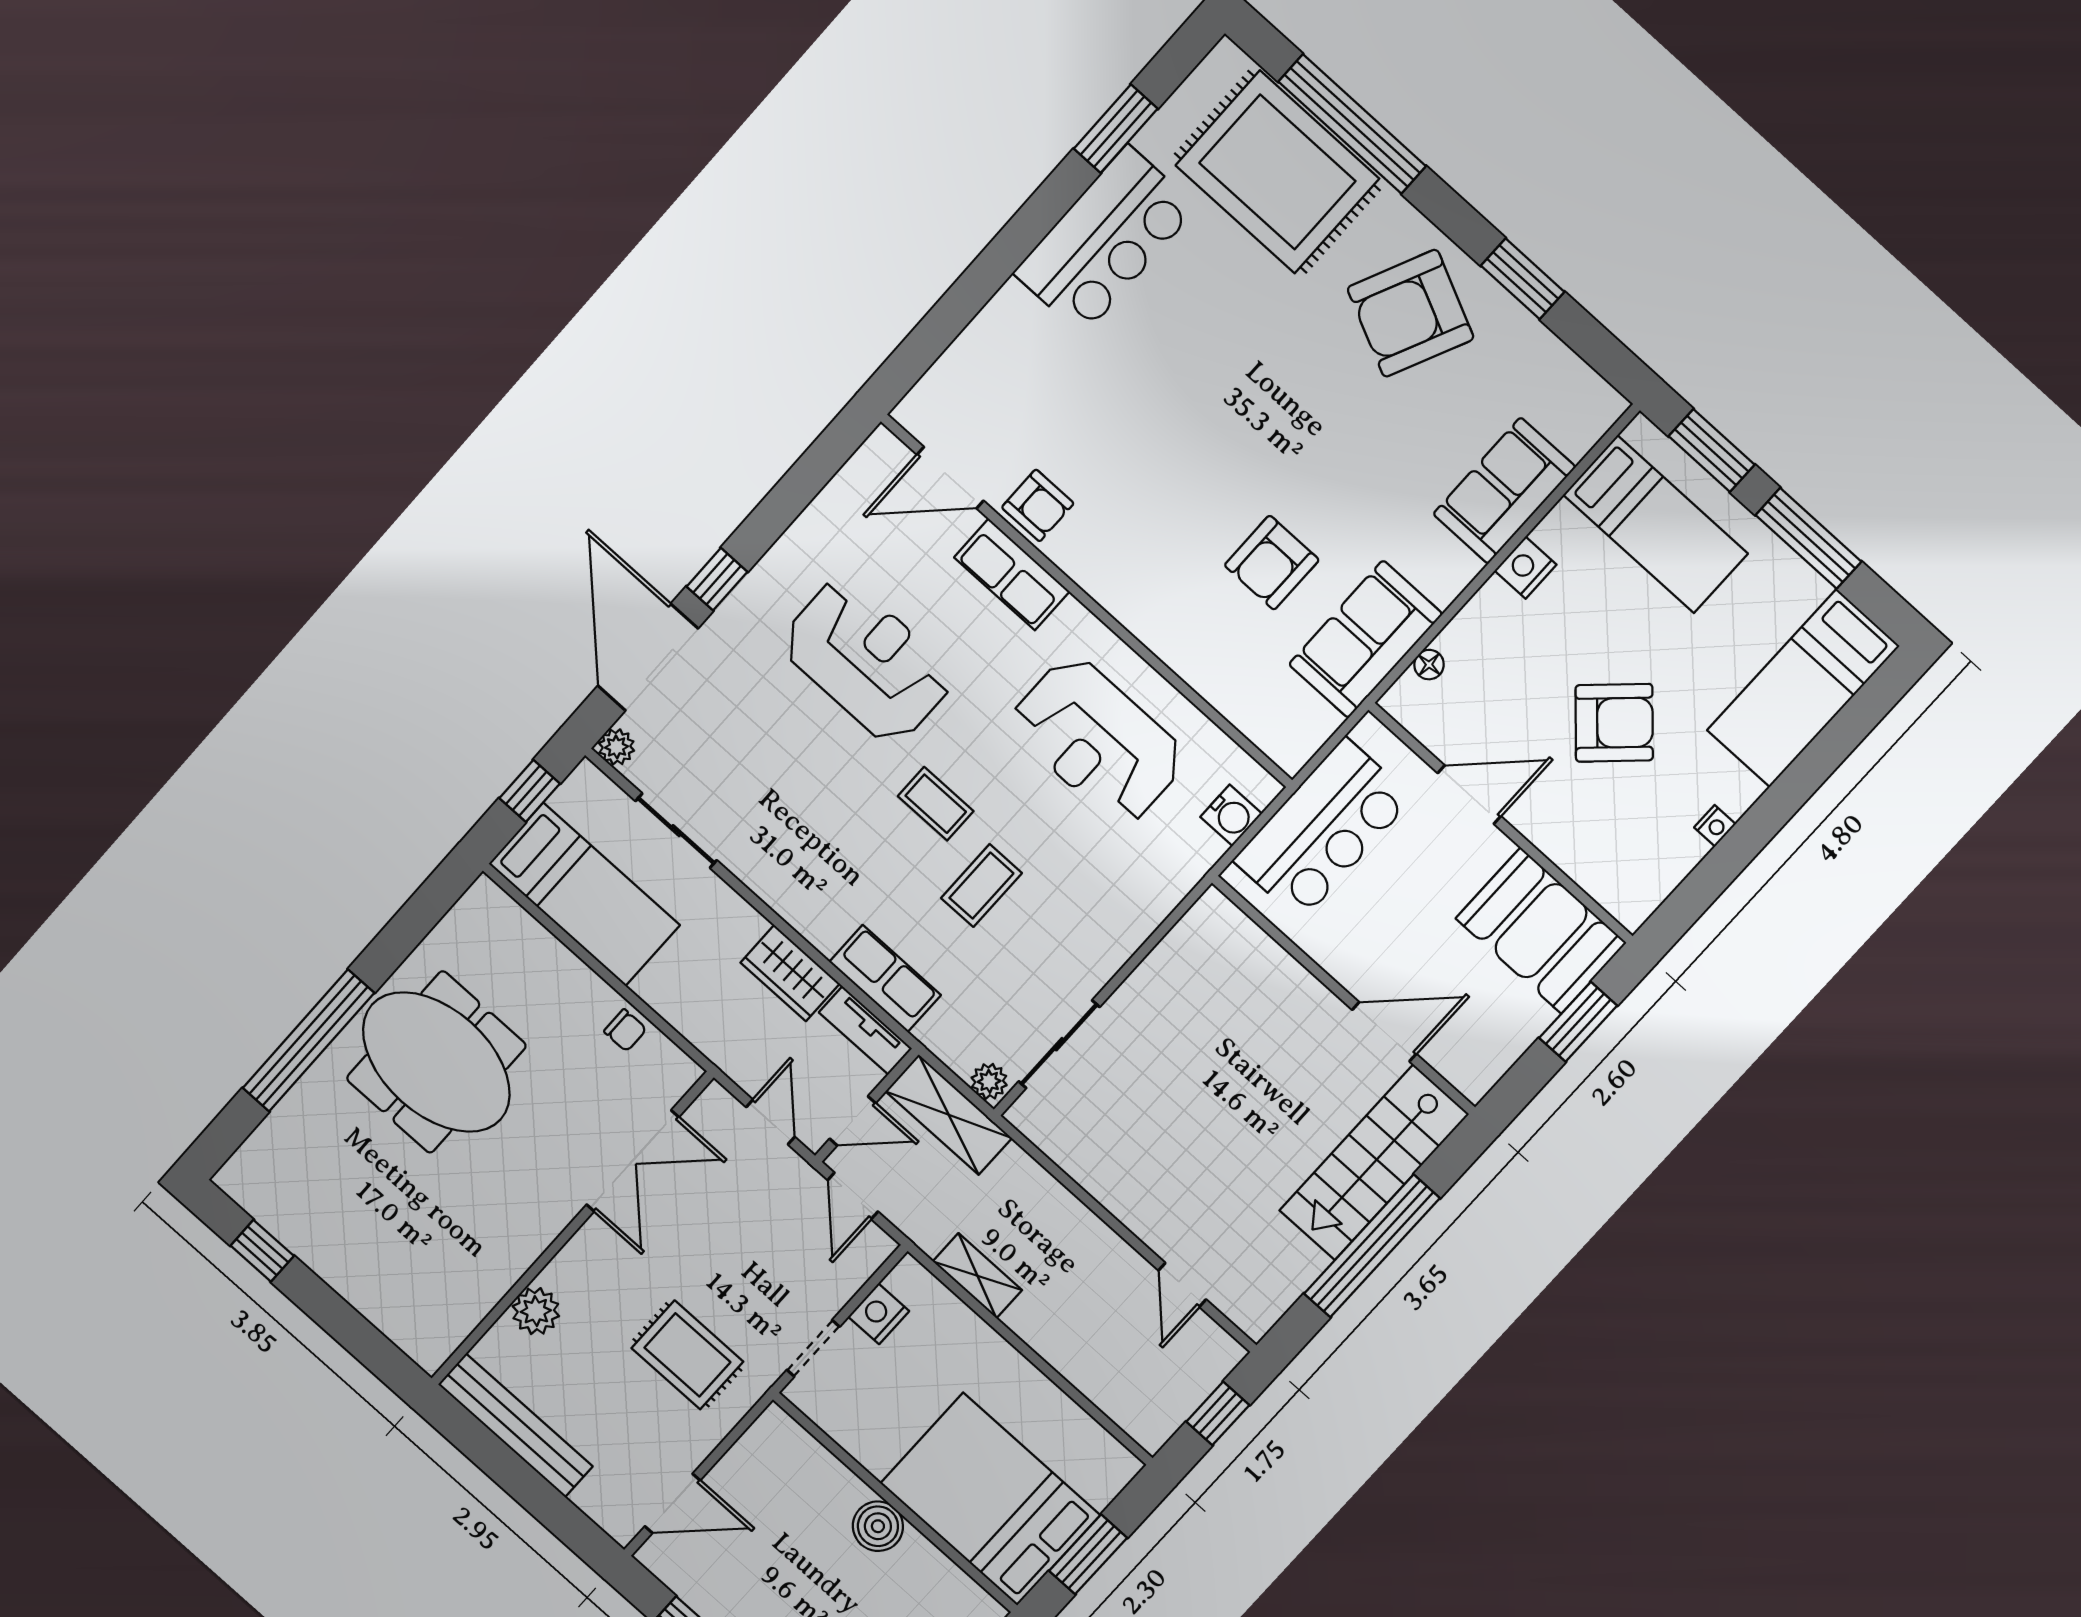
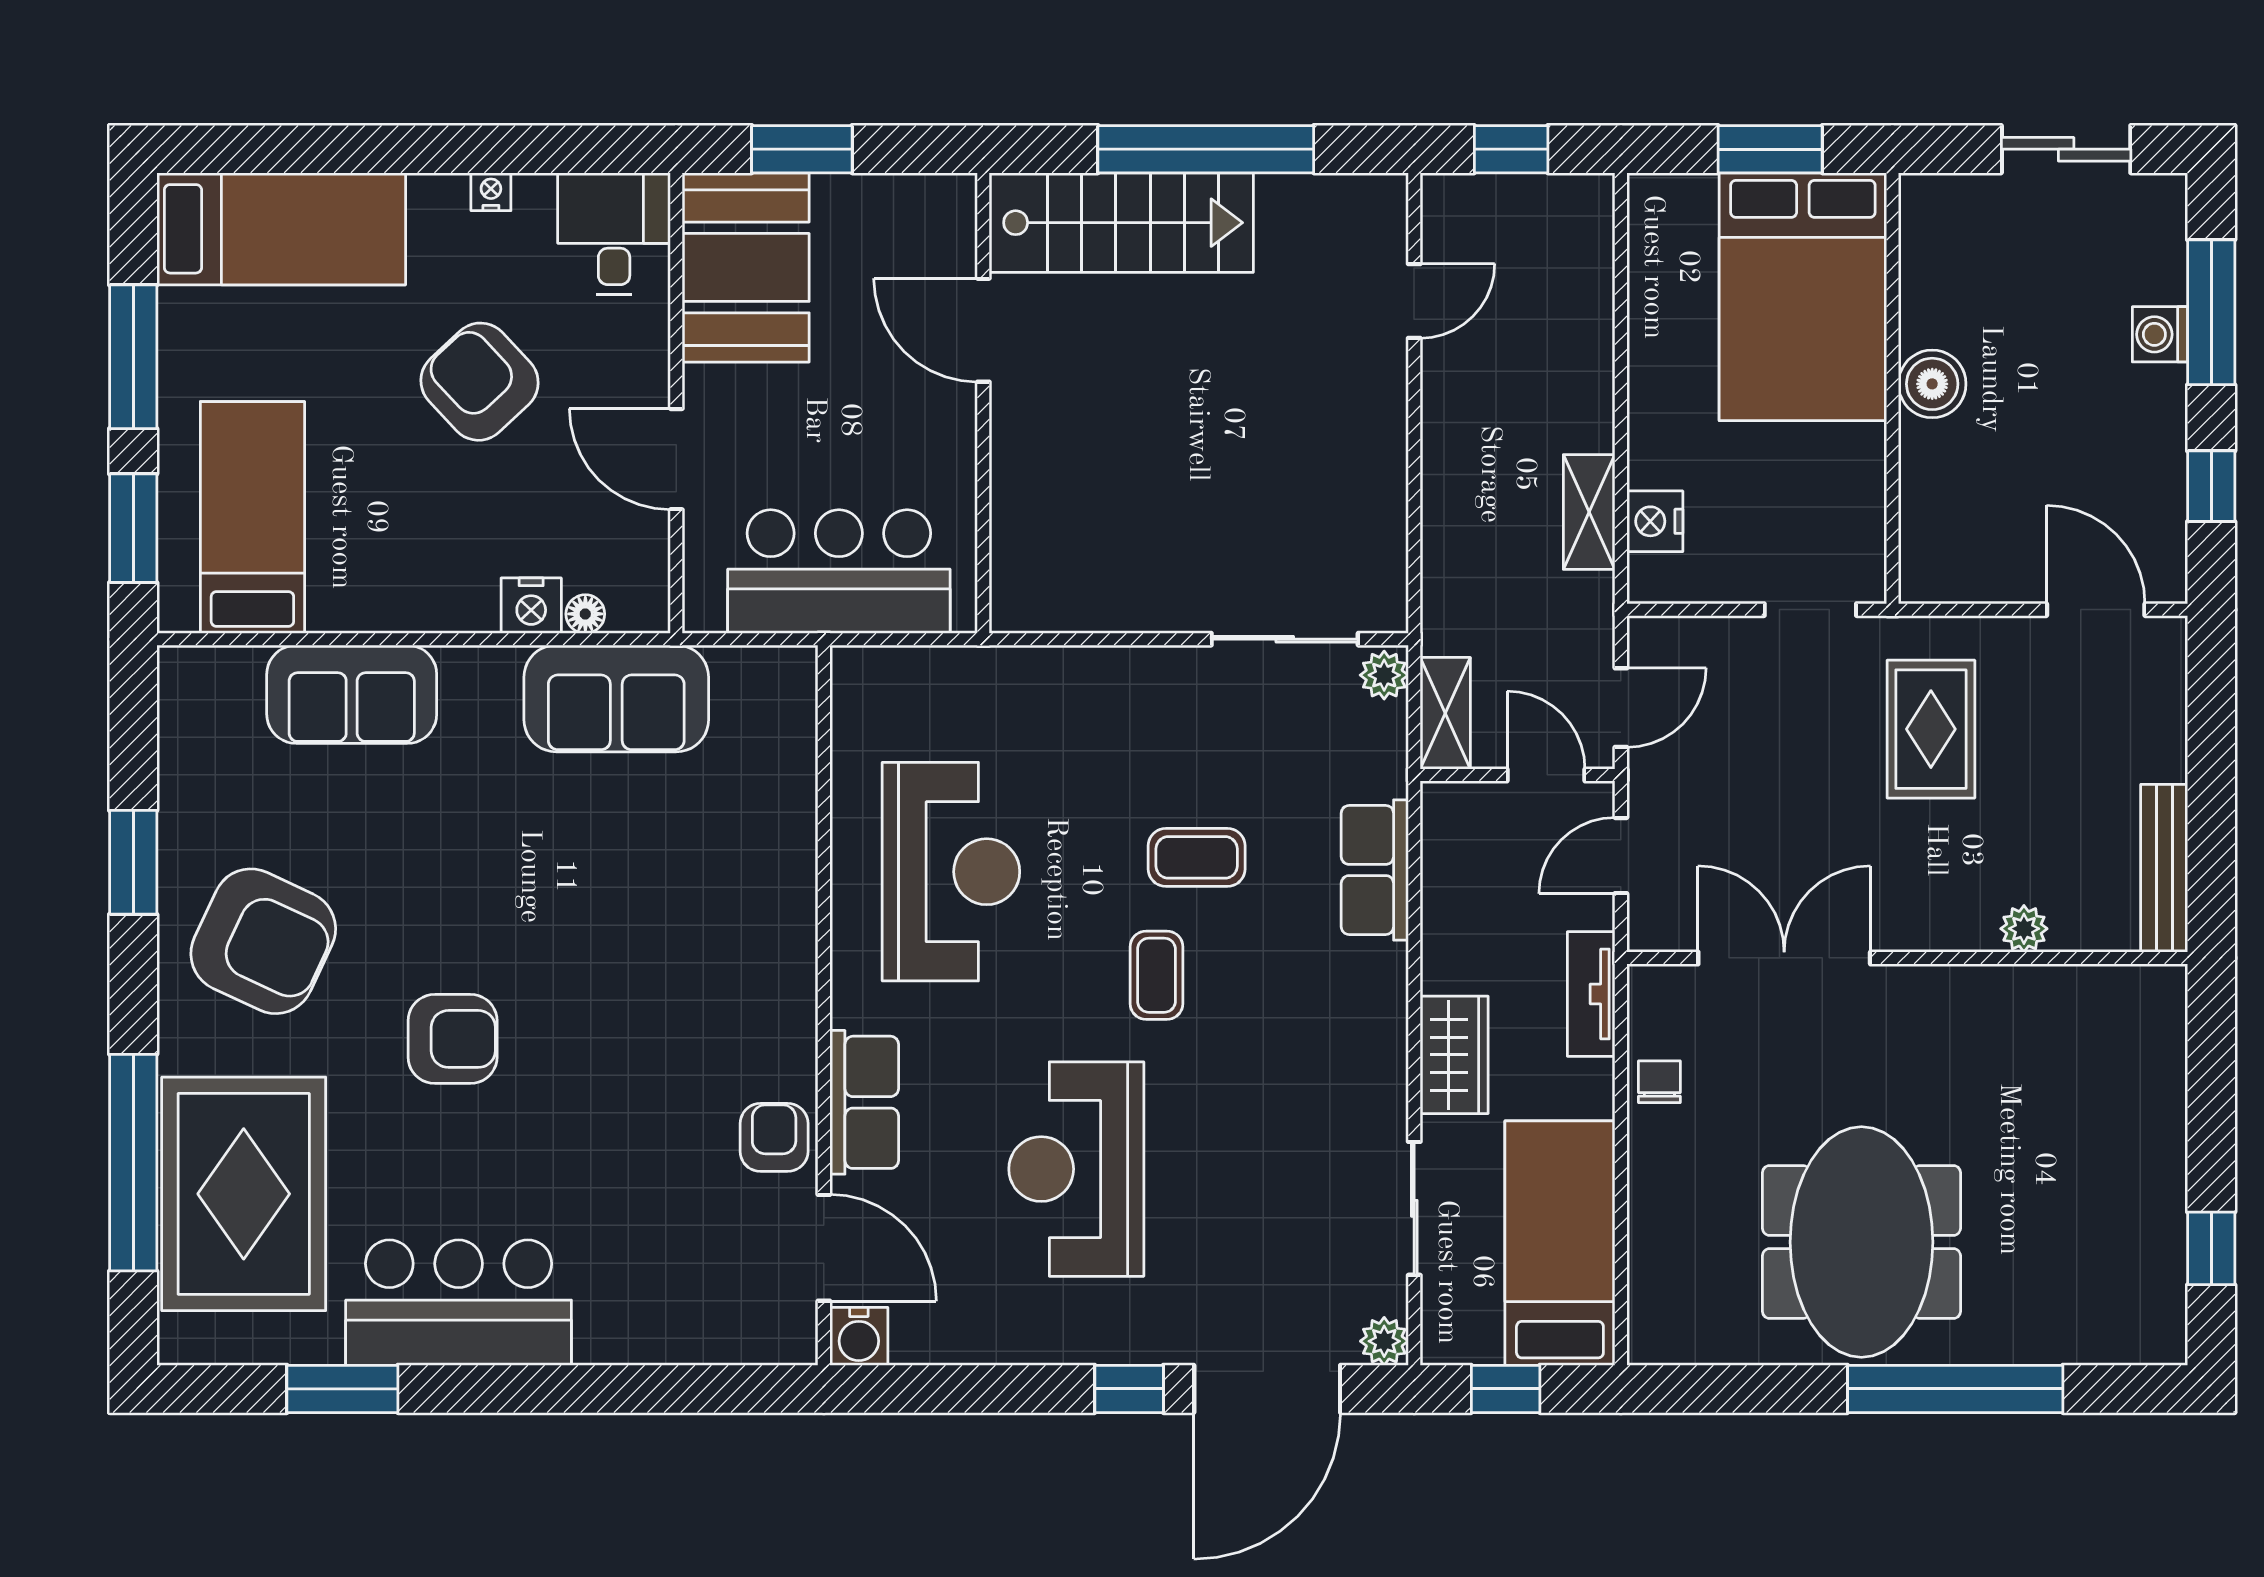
armchair: (1272, 563) -> (453, 1039), moved
nightstand: (1525, 568) -> (531, 606), moved
water cooler: (1231, 815) -> (859, 1336), moved, turned 180
desk: (1628, 874) -> (614, 234), added
wardrobe: (790, 973) -> (1454, 1055), moved
tv unit: (865, 1030) -> (1591, 994), moved, turned 180
shelving: (949, 1115) -> (1445, 713), width x0.67, depth x0.75
plant: (536, 1311) -> (2024, 929), width x0.73, depth x0.73
nightstand: (879, 1314) -> (1655, 521), moved, turned 90
bench: (515, 1425) -> (2164, 868), width x0.73, depth x0.82

